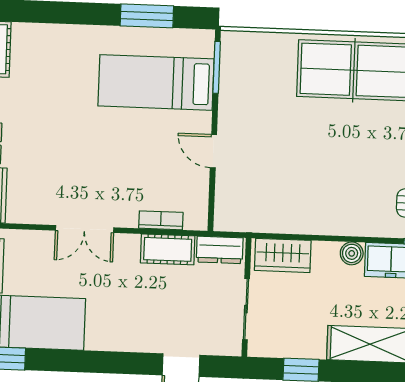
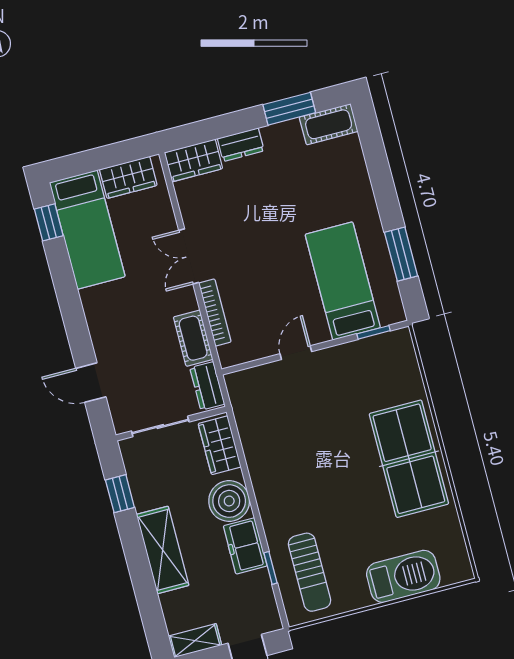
window: (217, 67) -> (373, 332), width x0.67
bookcase: (161, 220) -> (215, 312), width x1.56
boiler: (352, 253) -> (229, 501), width x1.86, depth x1.86

